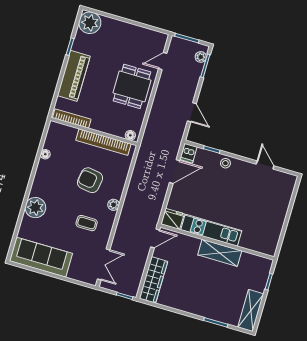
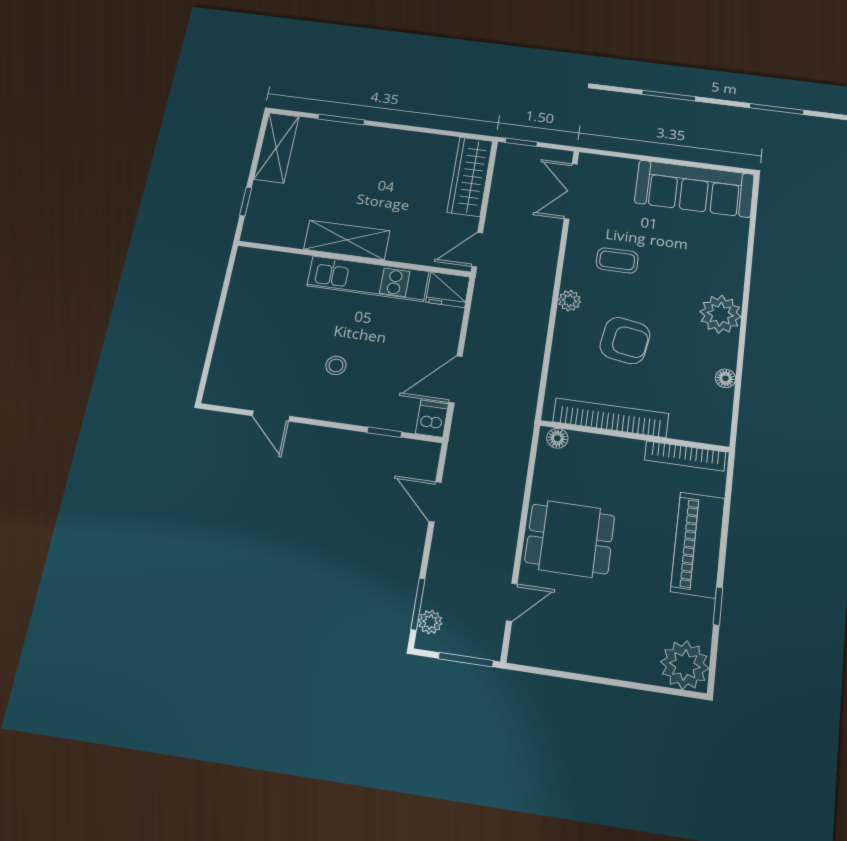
dining table: (132, 86) -> (570, 539), turned 90
stool: (225, 163) -> (336, 365), moved
plant: (35, 208) -> (720, 314), moved

